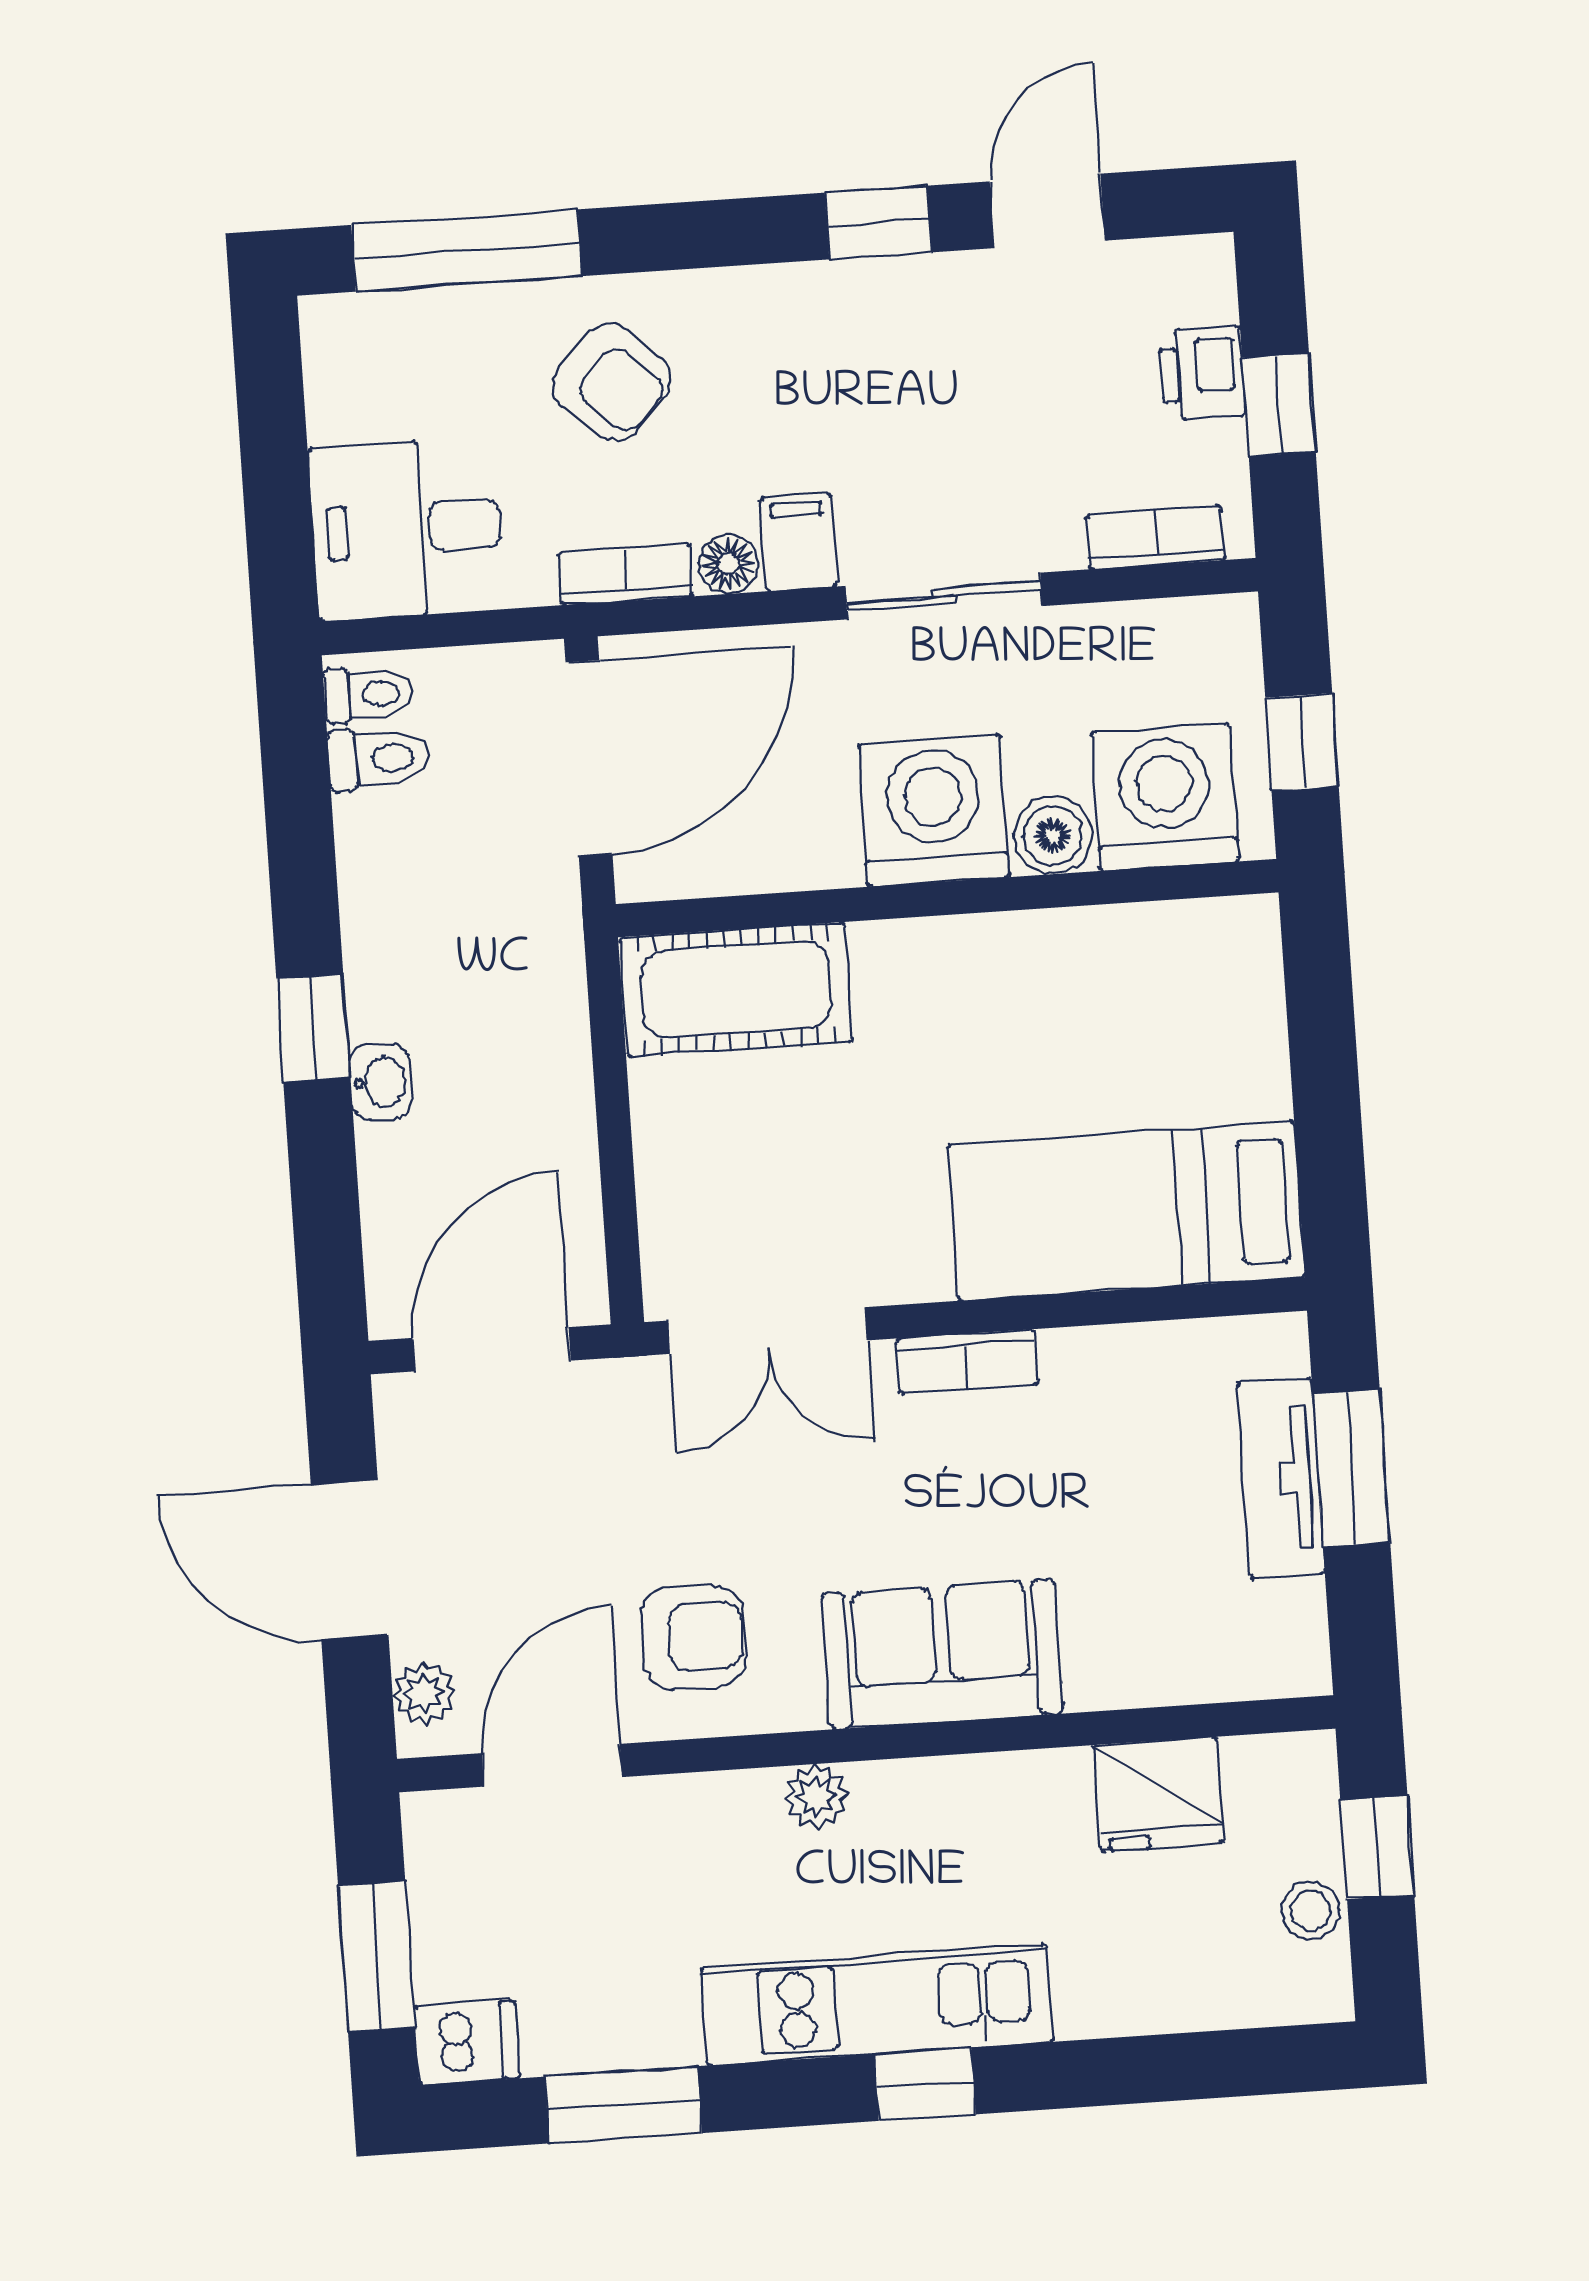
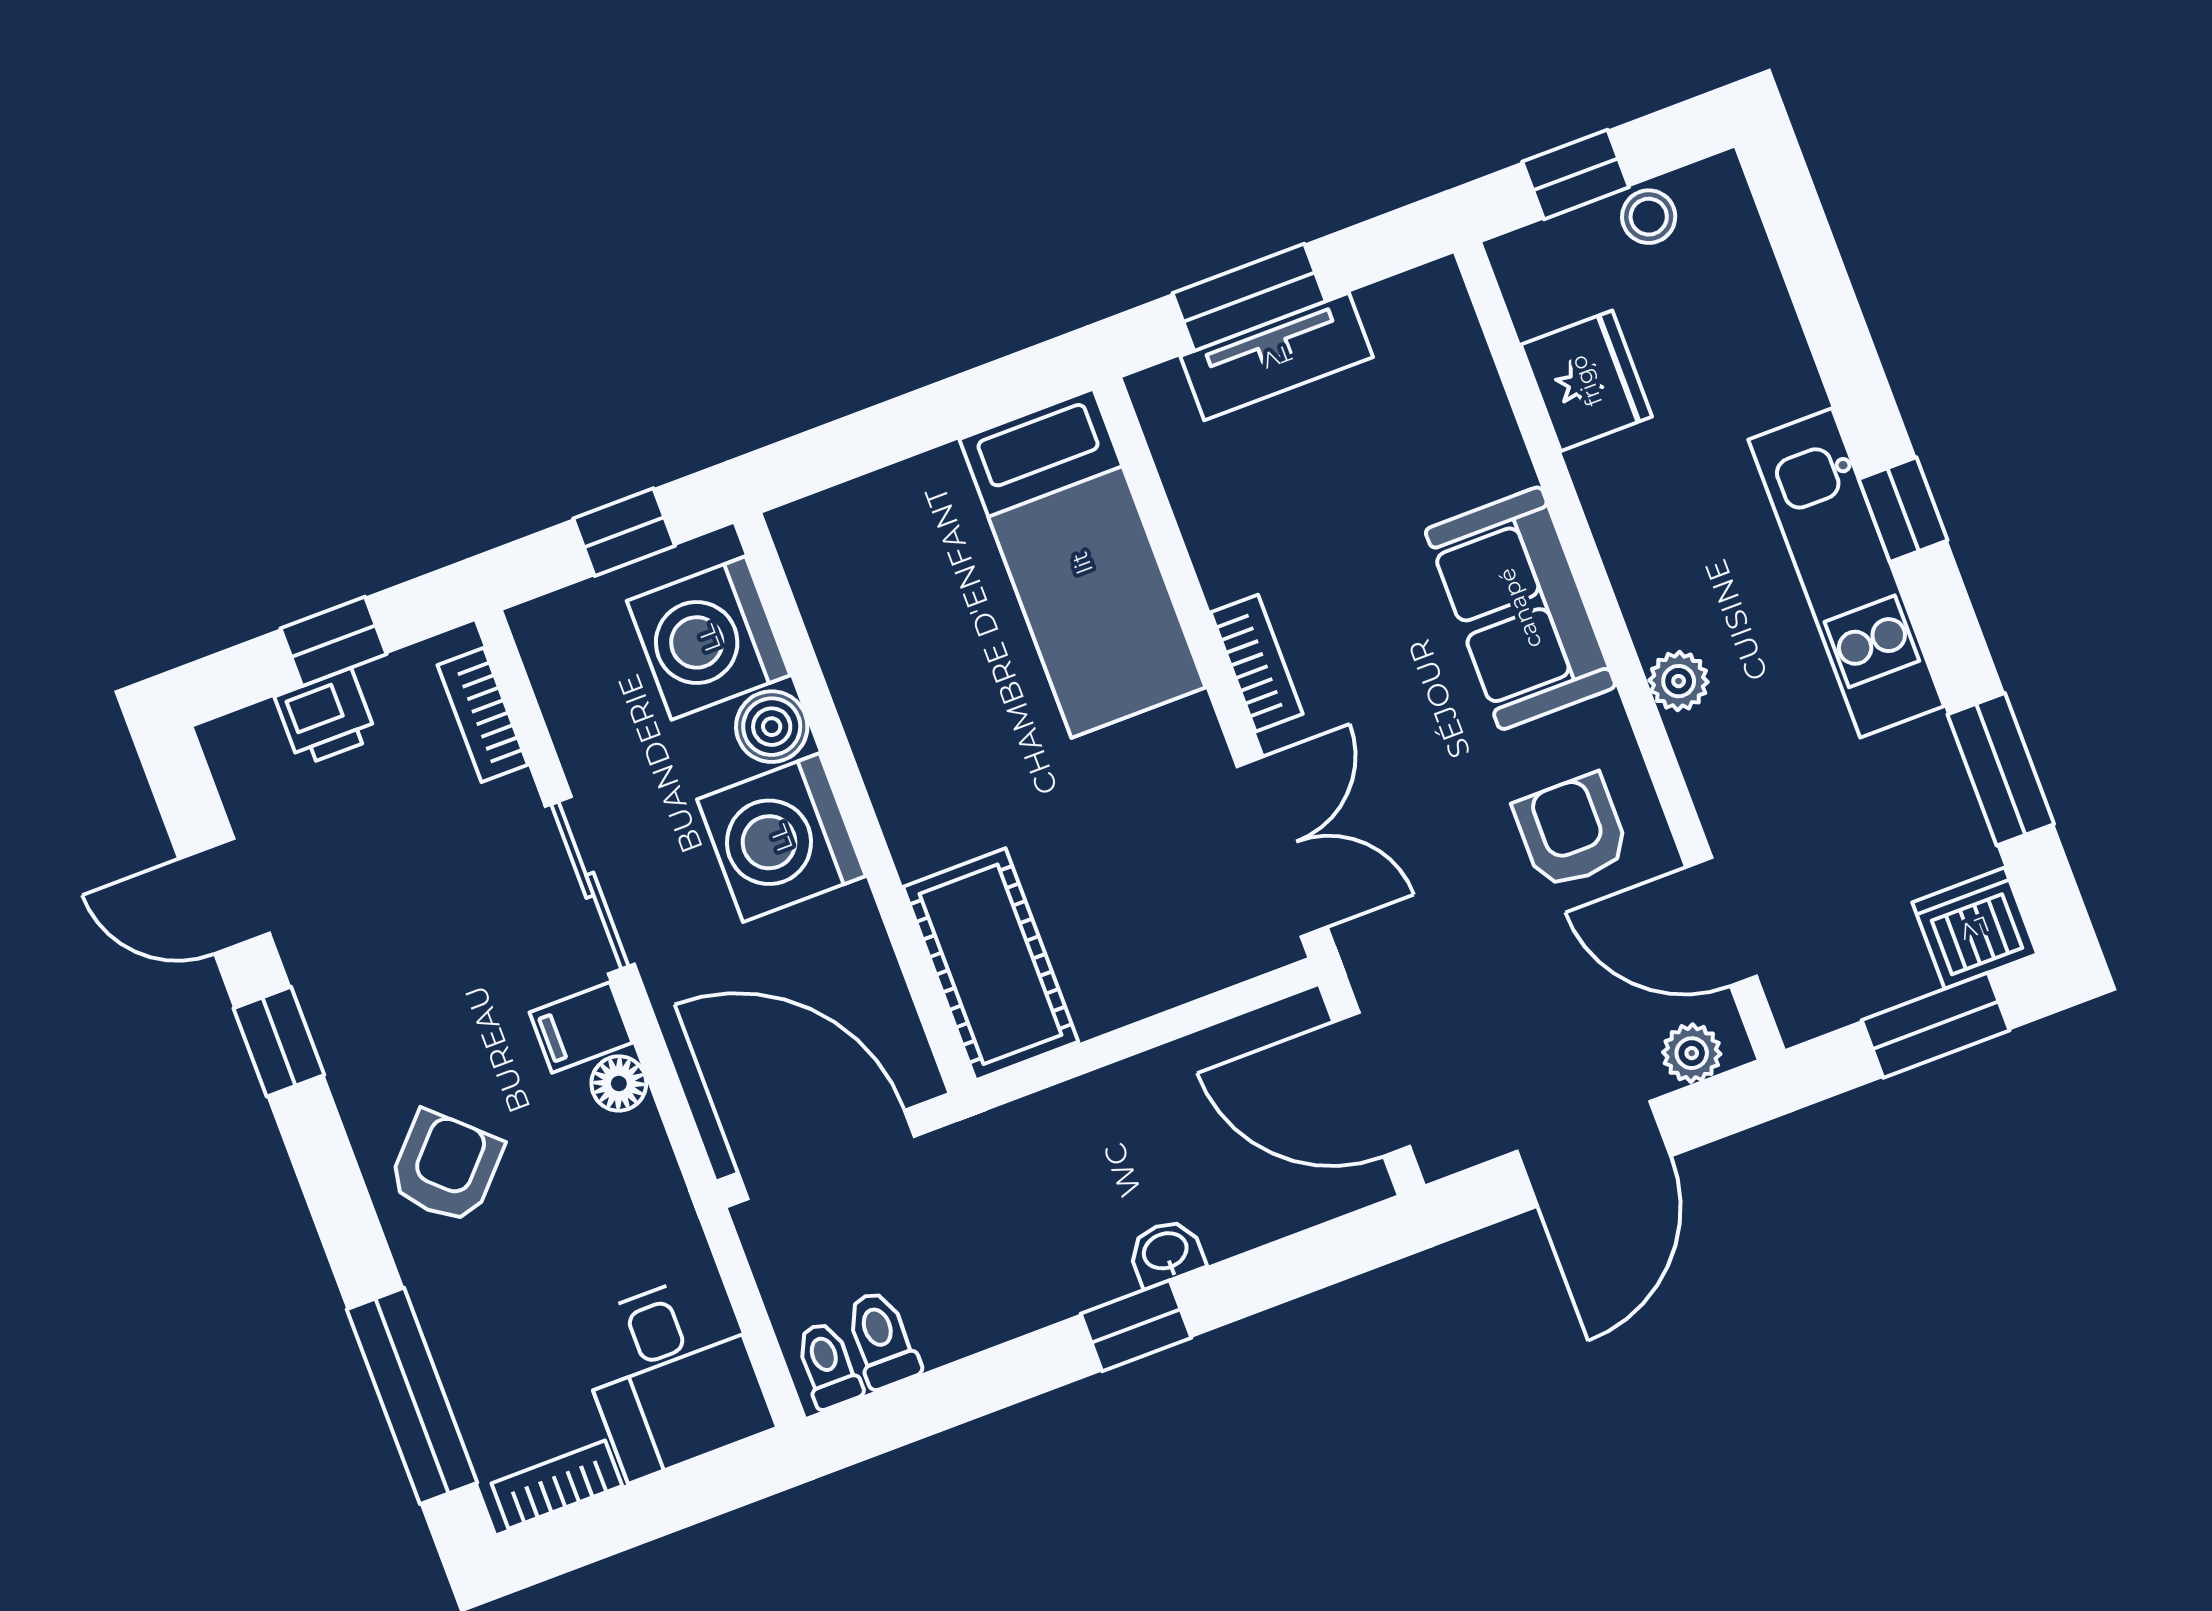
armchair: (612, 382) -> (446, 1167), moved
bookcase: (626, 574) -> (557, 1485), moved, turned 90
dishwasher: (467, 2043) -> (1975, 928), width x1.38

